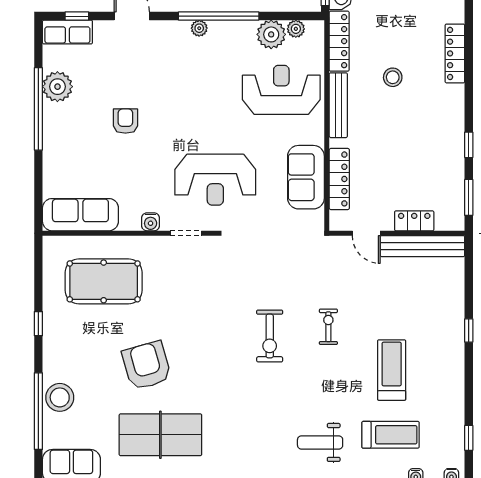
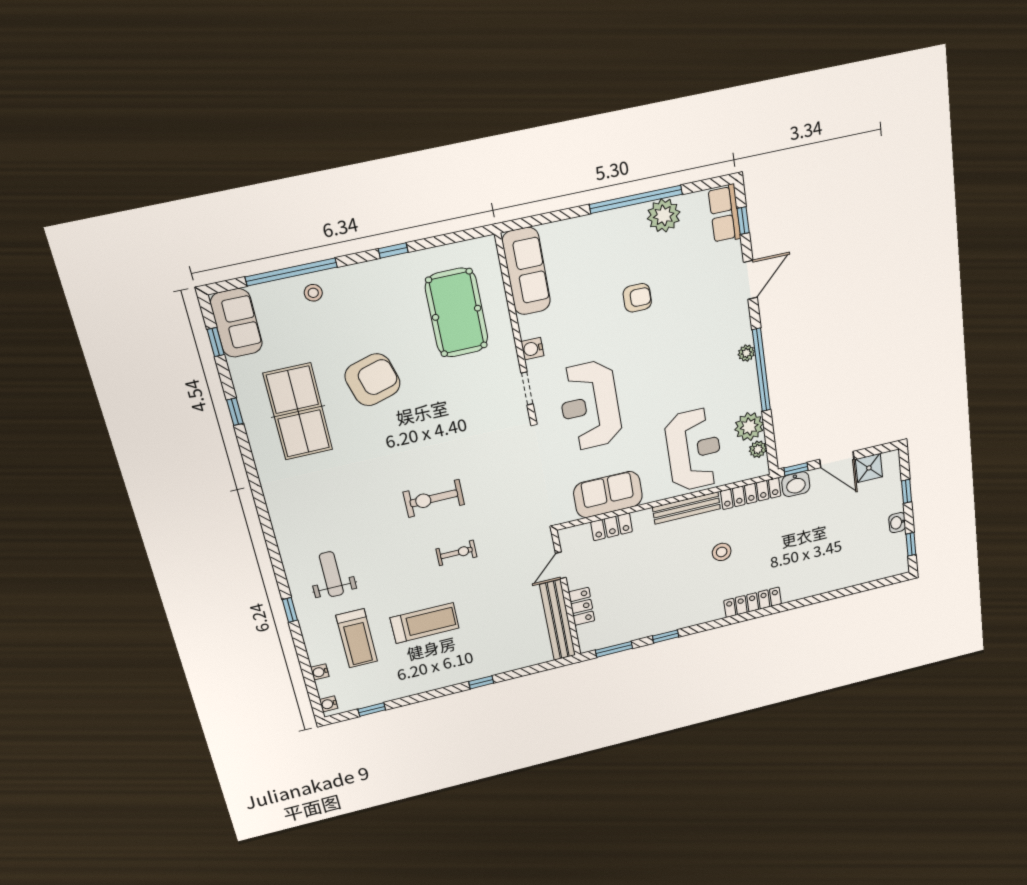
locker: (339, 179) -> (612, 527), width x0.66
stool: (60, 397) -> (313, 293), width x0.53, depth x0.53

